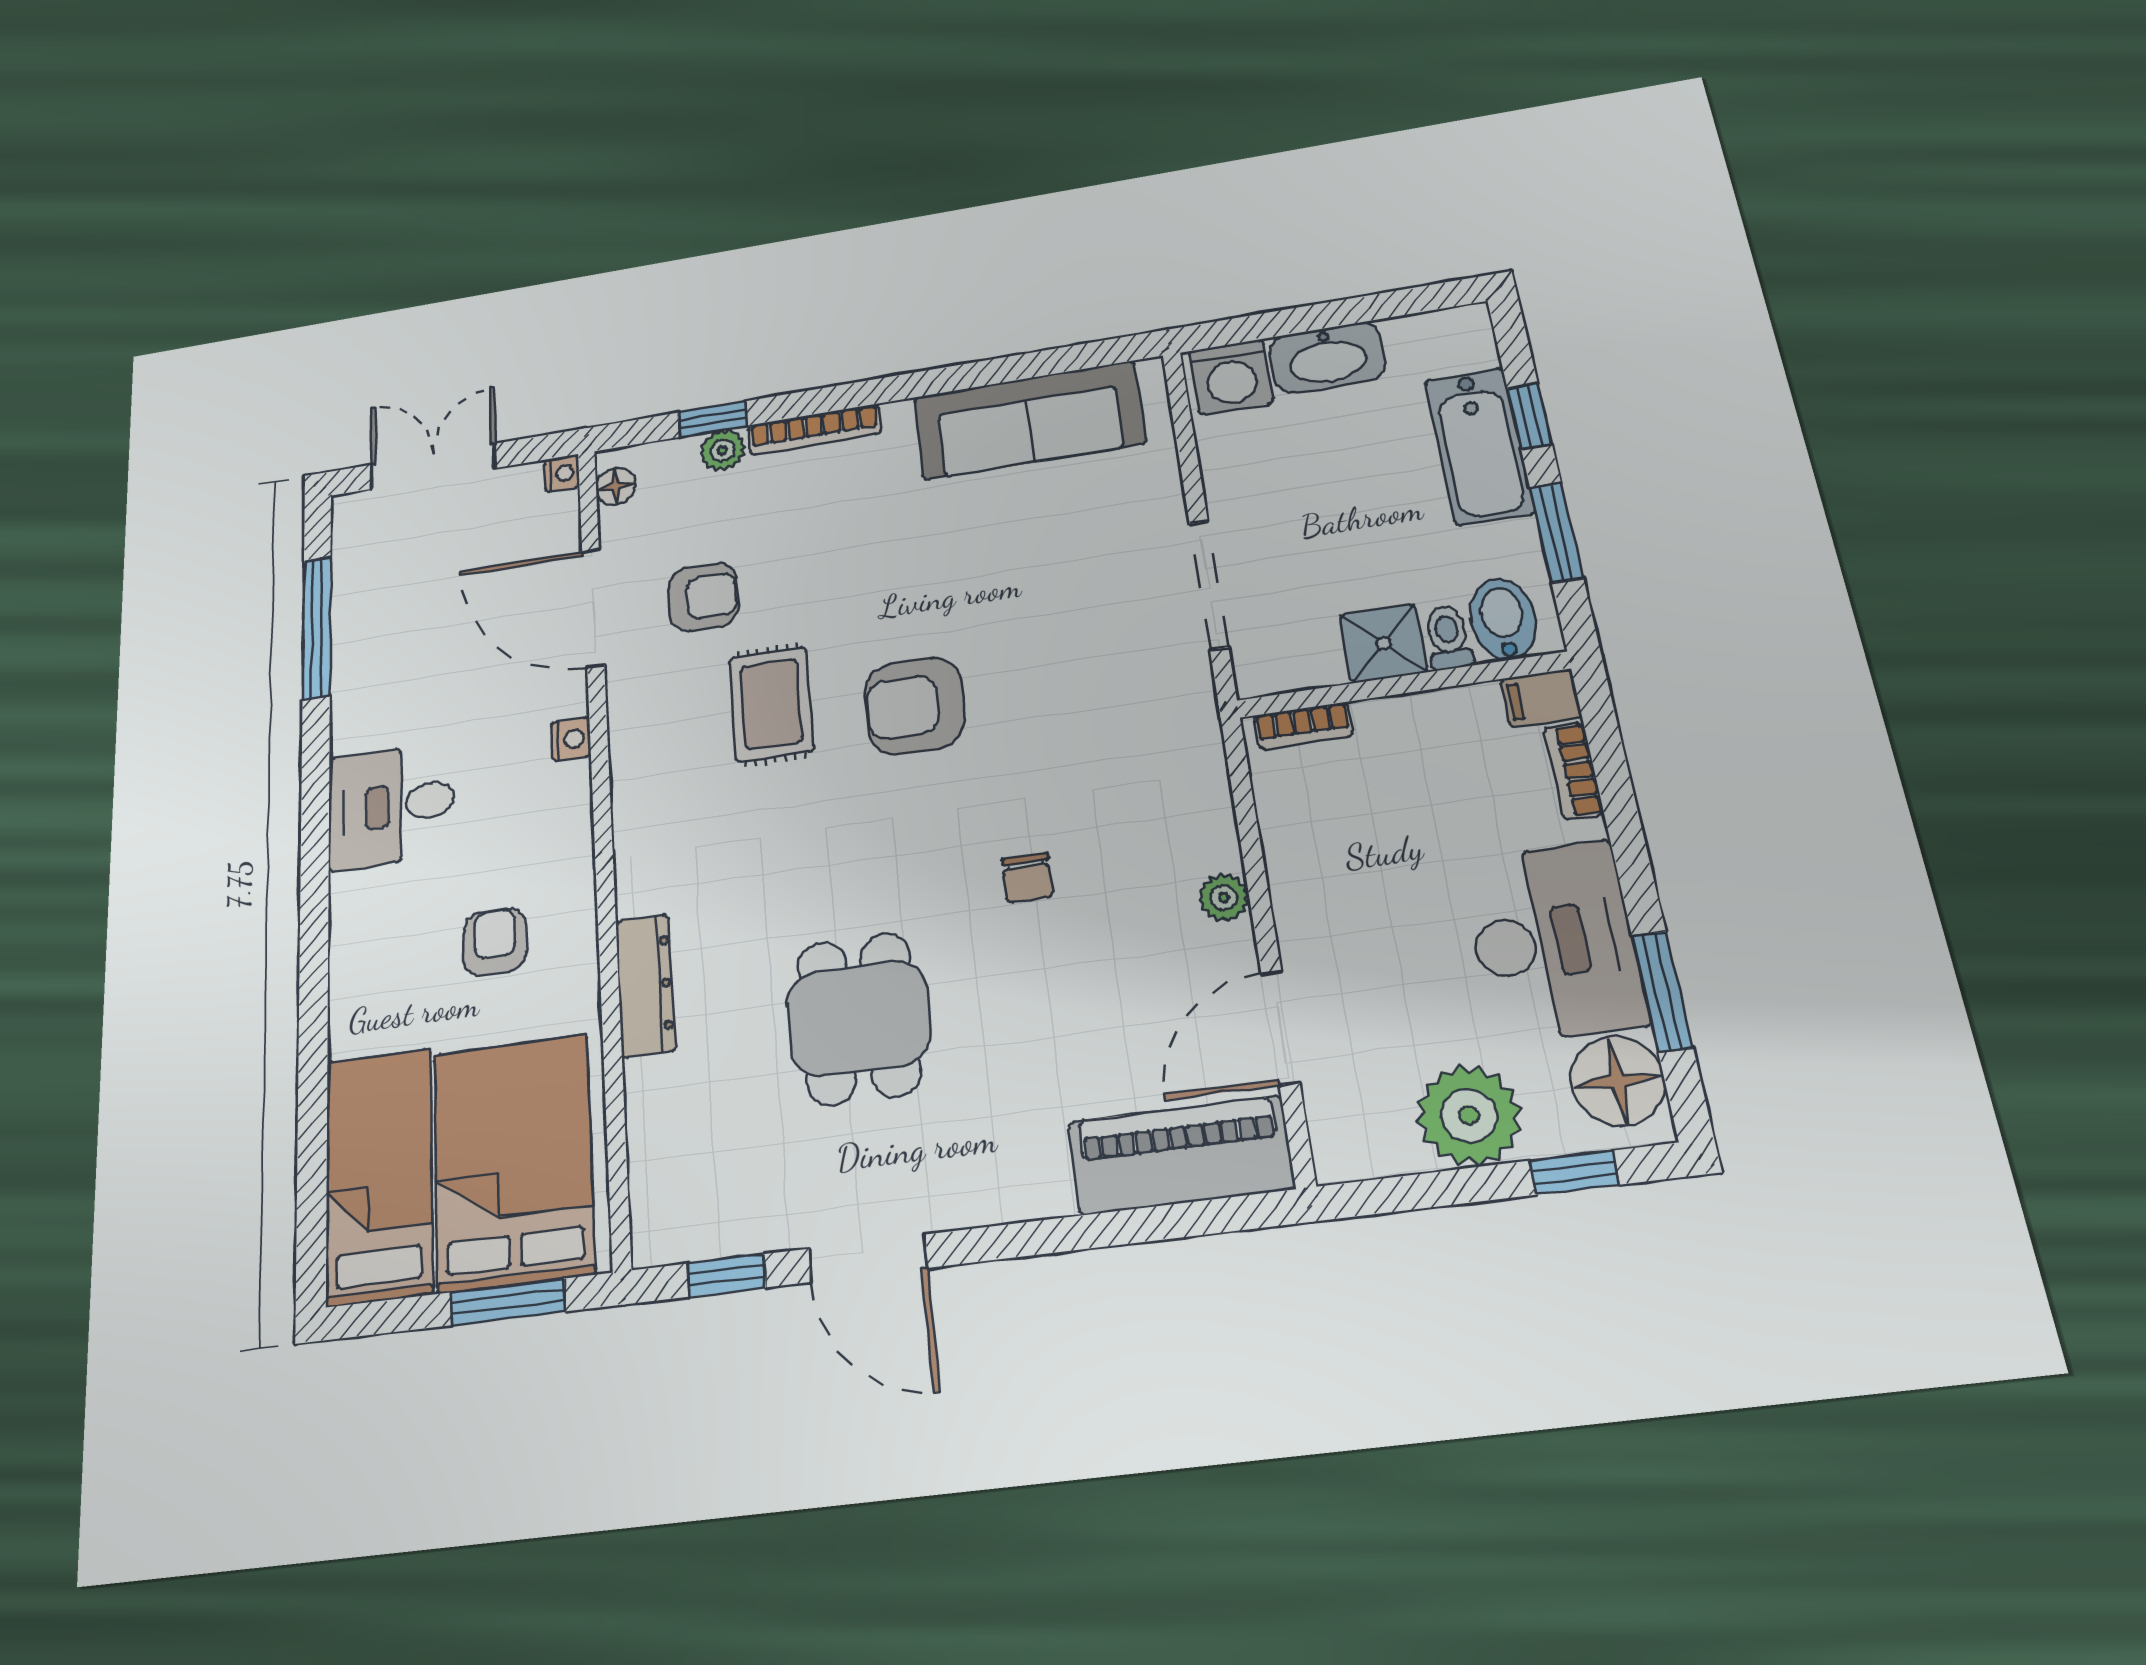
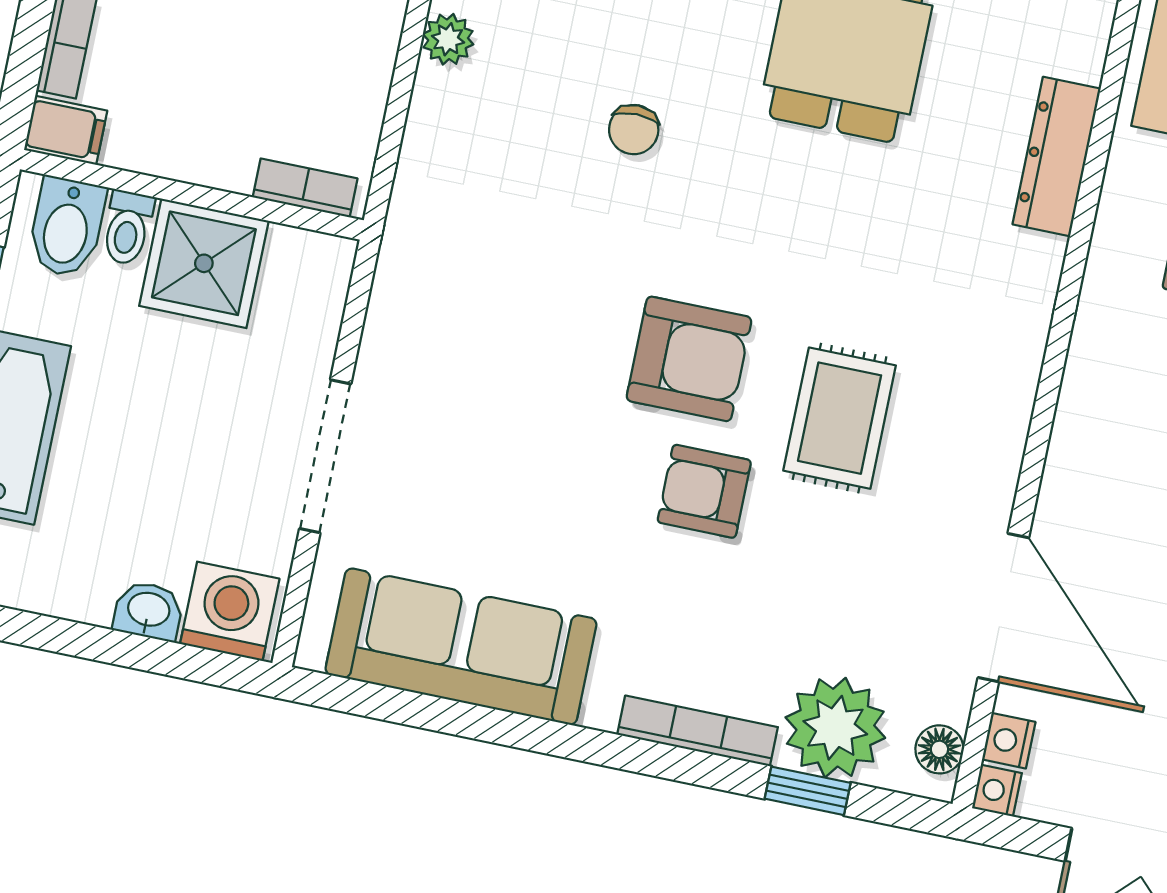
washbasin: (1327, 358) -> (148, 611), width x0.52, depth x0.69
plant: (722, 450) -> (835, 728), width x1.87, depth x1.87
doorway: (1209, 585) -> (325, 456), moved
armchair: (703, 597) -> (704, 491), moved
shower: (1384, 643) -> (204, 263), width x1.36, depth x1.36
nightstand: (571, 739) -> (1009, 741), moved
chair: (1027, 878) -> (634, 130), turned 180

